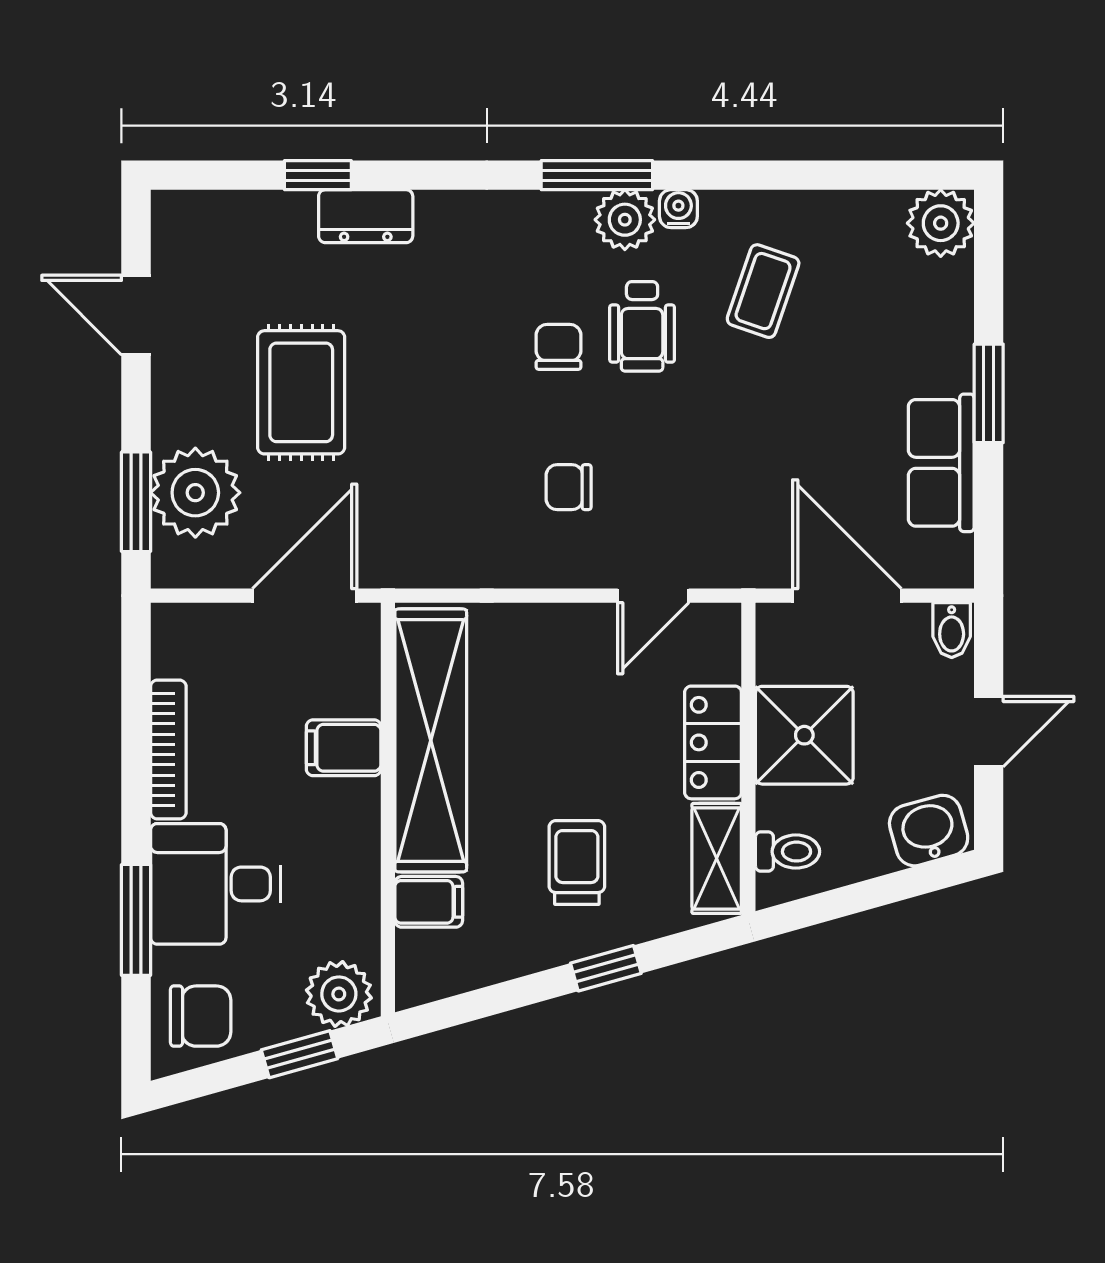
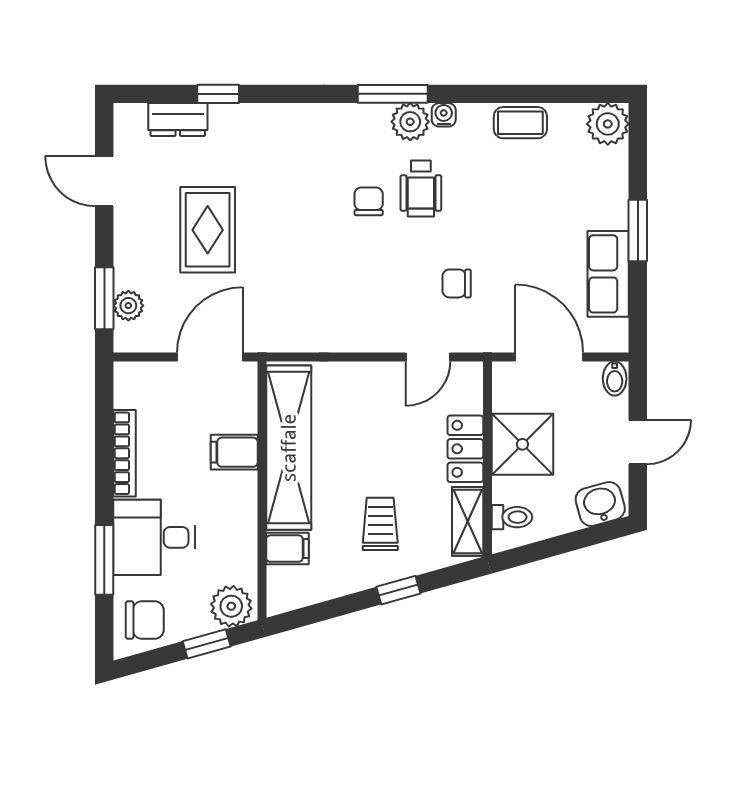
dresser: (366, 216) -> (178, 120), moved
coffee table: (763, 291) -> (520, 123), moved, turned 71
chair: (569, 487) -> (457, 283), moved
plant: (195, 493) -> (128, 306), width x0.53, depth x0.53

